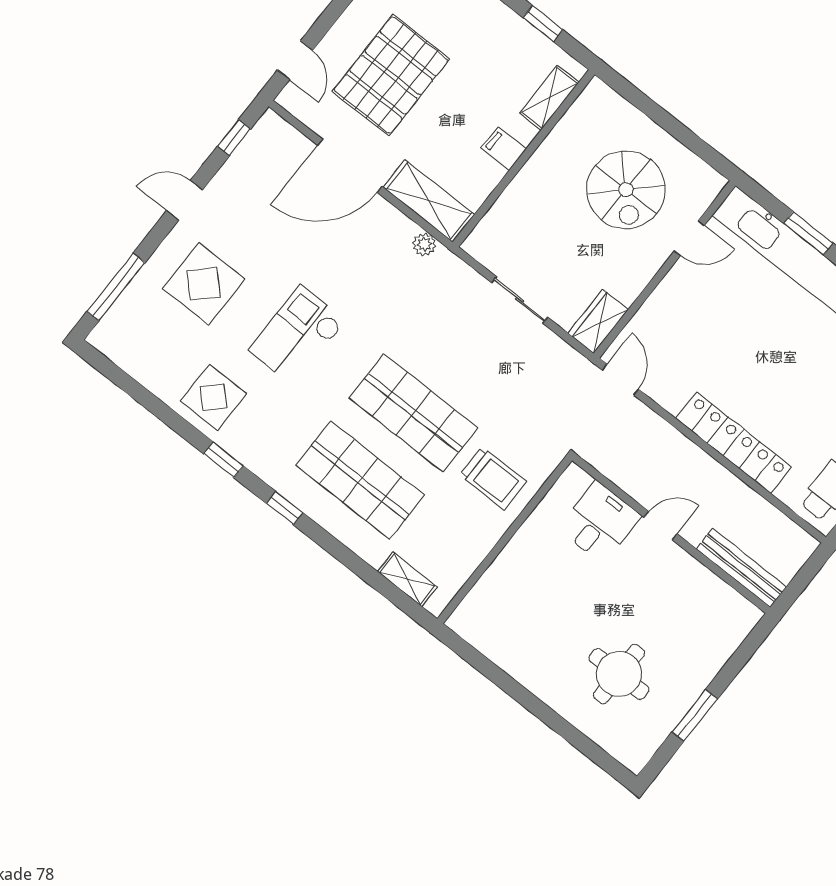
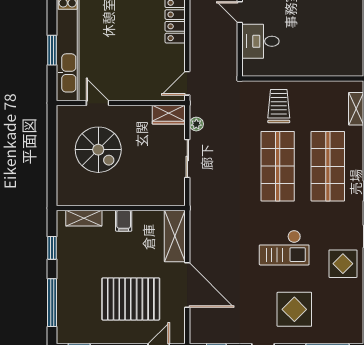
spiral stairs: (626, 190) -> (98, 150), turned 90
plant: (424, 244) -> (196, 124), moved

